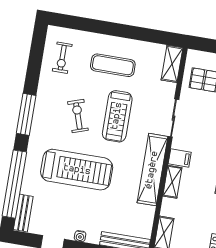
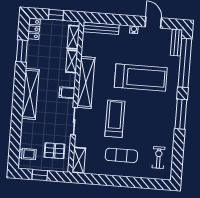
exercise bike: (78, 116) -> (143, 116), removed
treadmill: (77, 170) -> (141, 77), turned 180
shelving: (172, 182) -> (72, 61), moved

